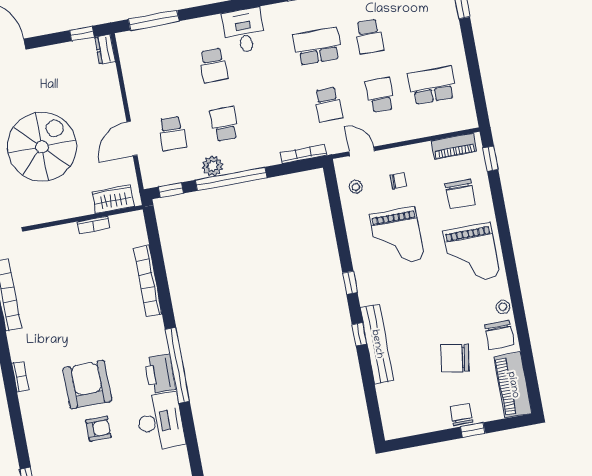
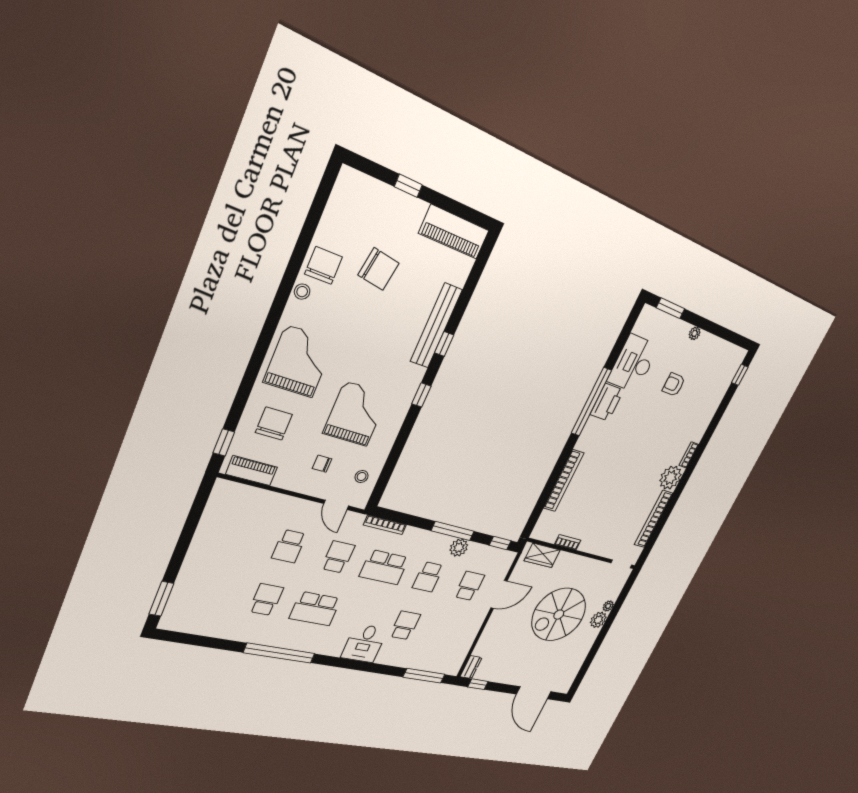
school desk: (432, 85) -> (384, 567), moved
window: (231, 179) -> (453, 531), width x0.68
plant: (23, 345) -> (671, 478), added
armchair: (87, 385) -> (656, 423), removed
piano: (513, 385) -> (454, 232), moved, turned 90
chair: (462, 414) -> (408, 209), removed

